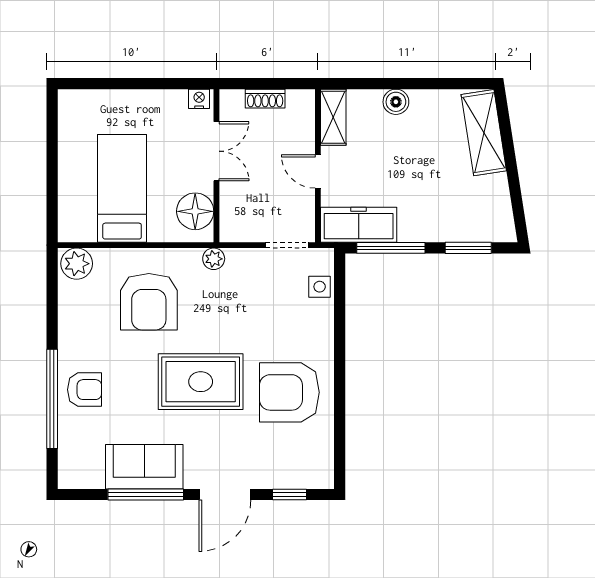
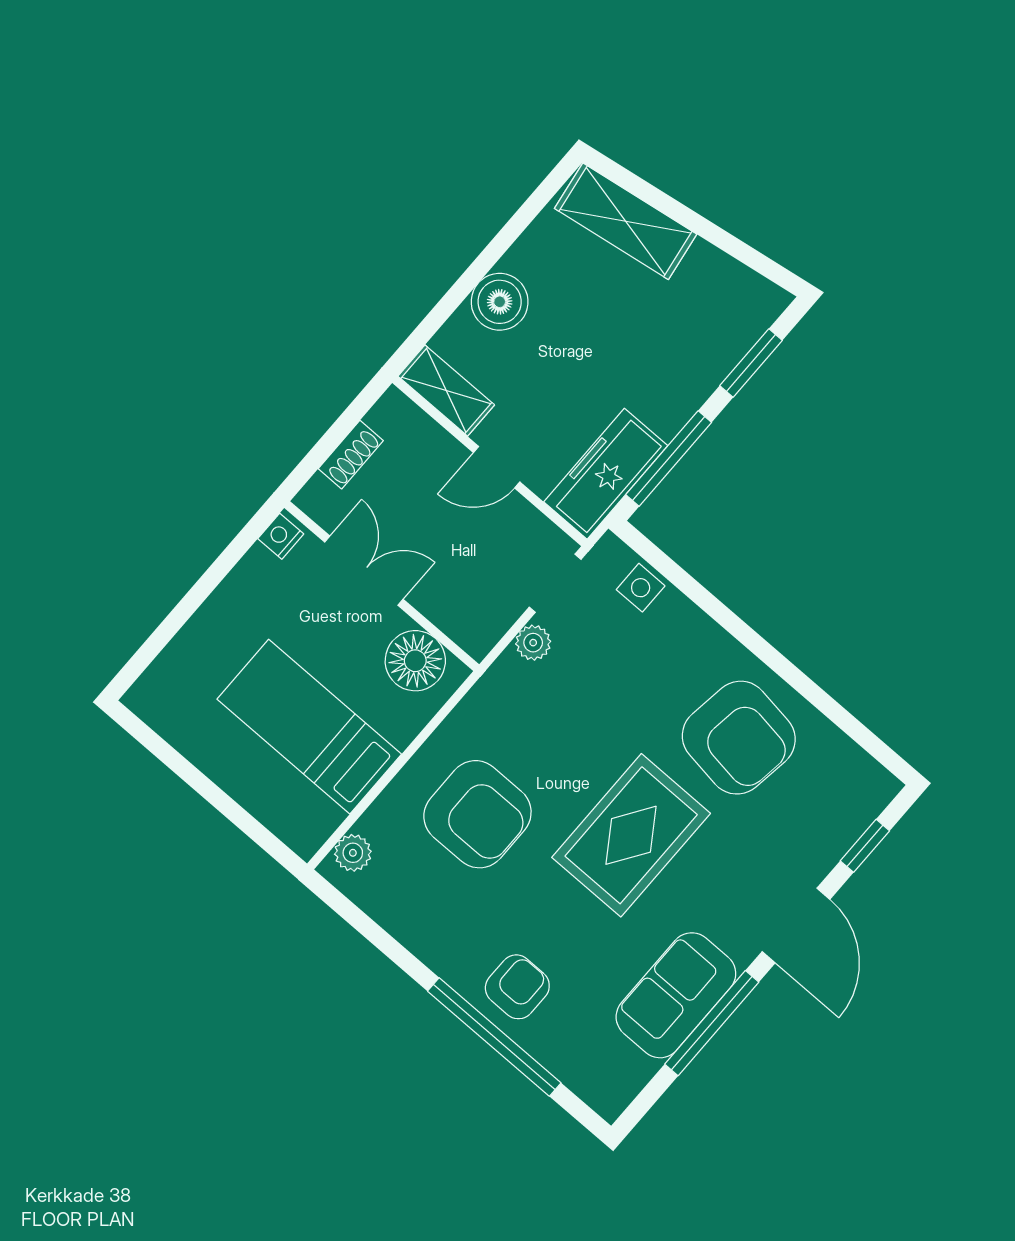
boiler: (396, 102) -> (500, 302), width x1.36, depth x1.36
plant: (214, 259) -> (533, 643), moved
plant: (77, 264) -> (353, 853), width x0.73, depth x0.73
armchair: (289, 392) -> (739, 738), turned -82

